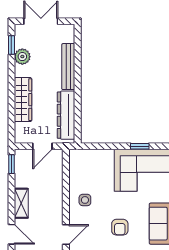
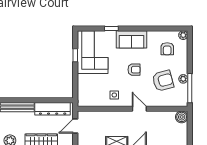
door: (42, 146) -> (75, 126), swing flipped

